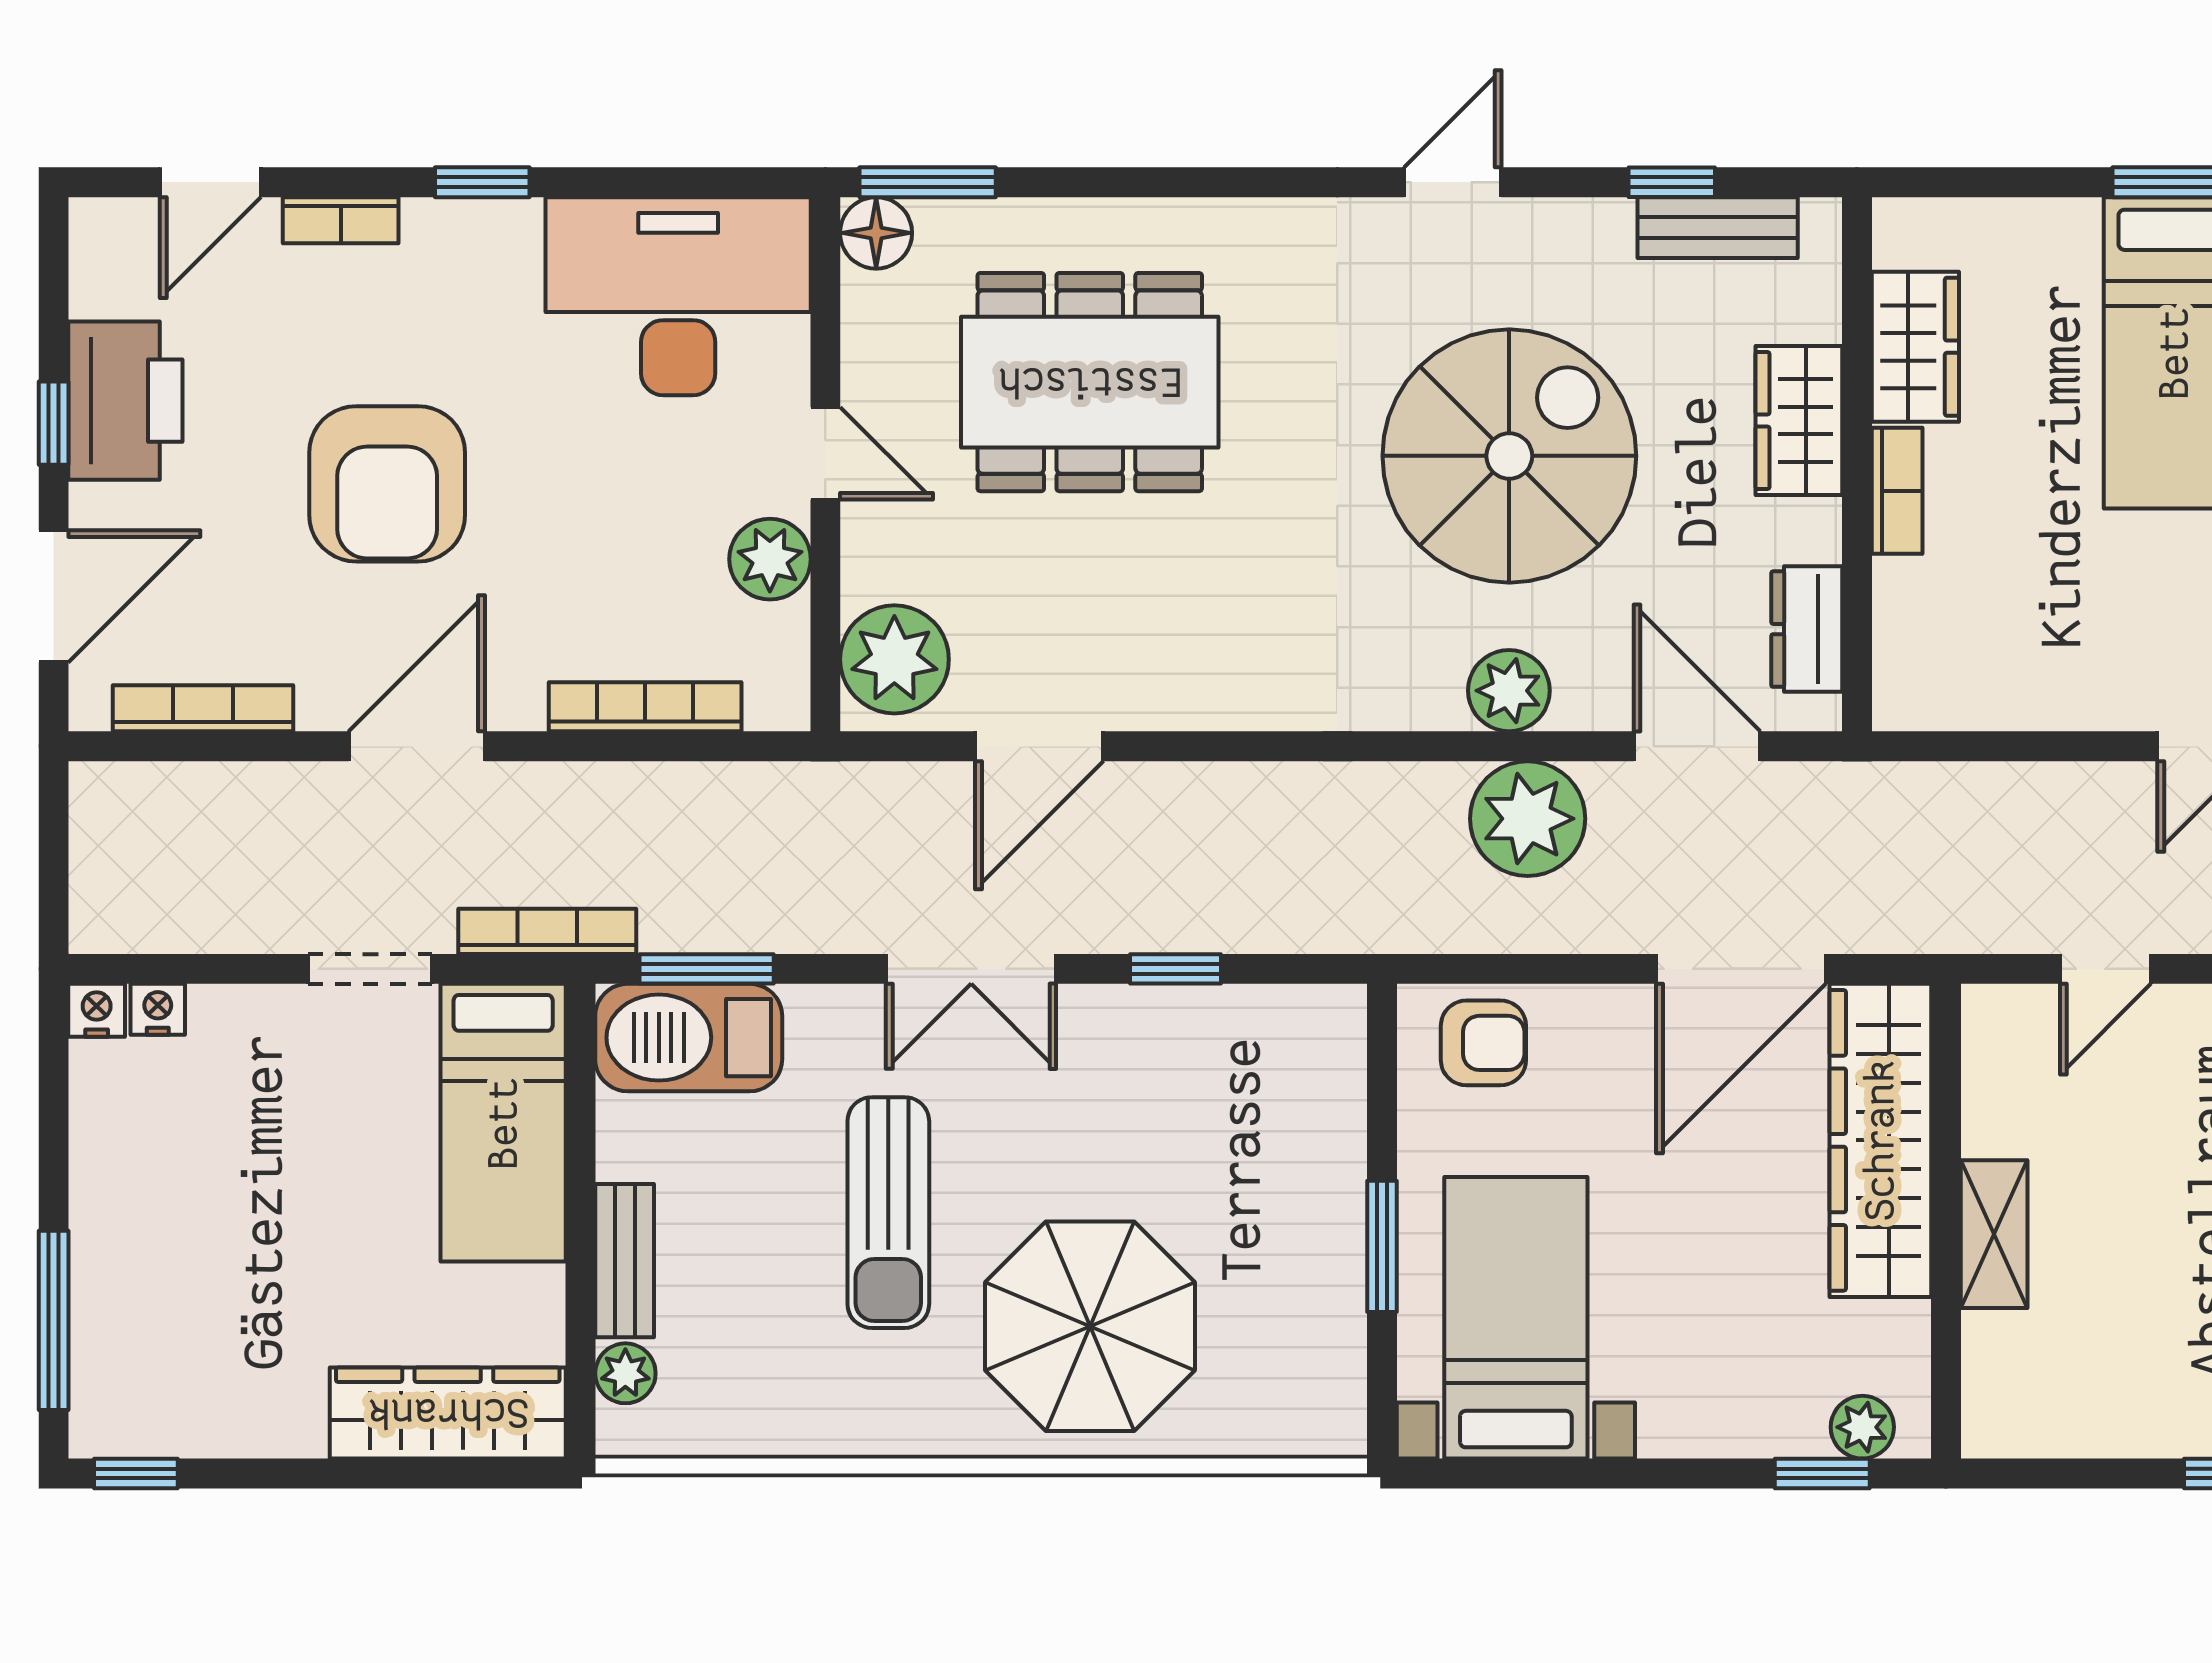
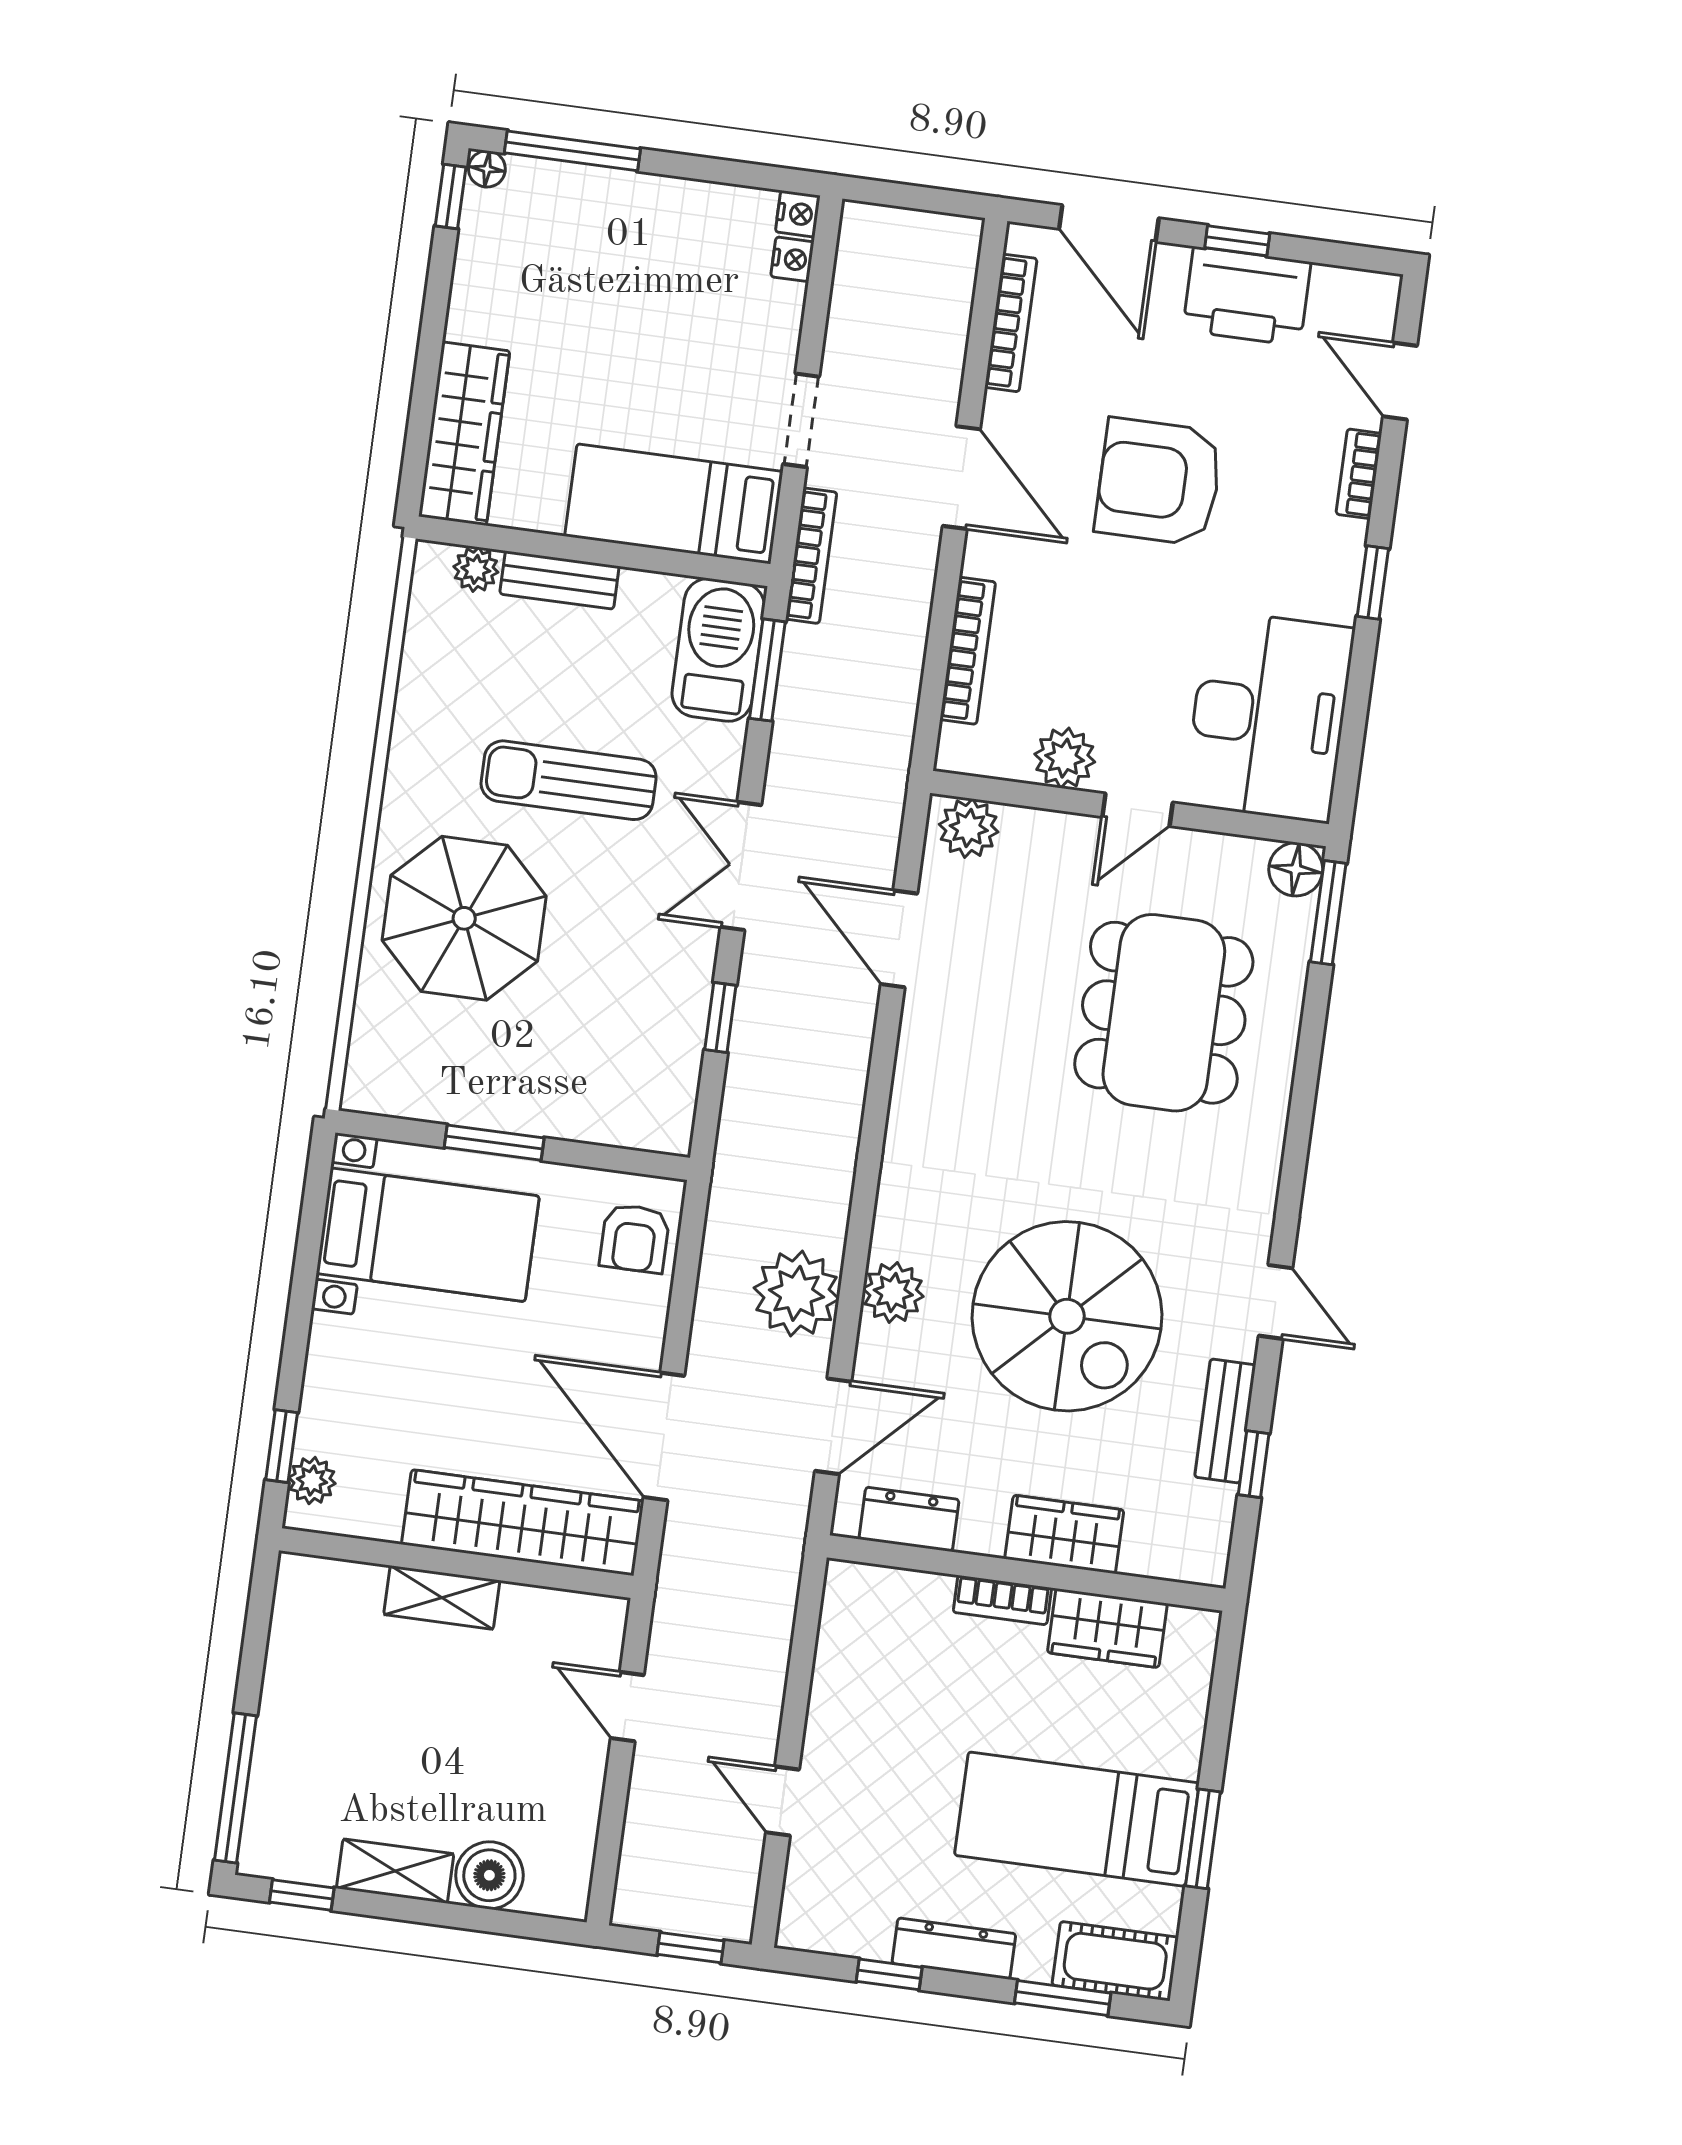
bench: (1718, 228) -> (1225, 1421), moved
plant: (894, 659) -> (969, 828), width x0.73, depth x0.73
floor lamp: (93, 1430) -> (487, 169), added

